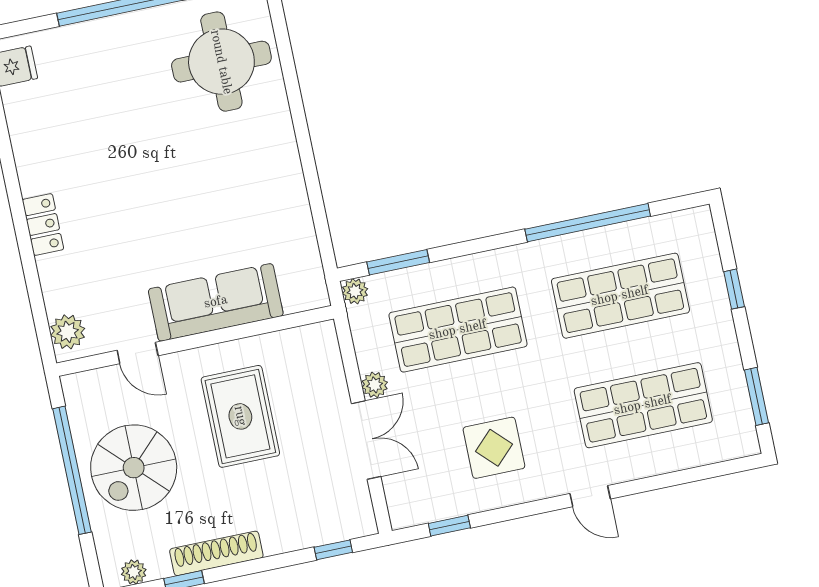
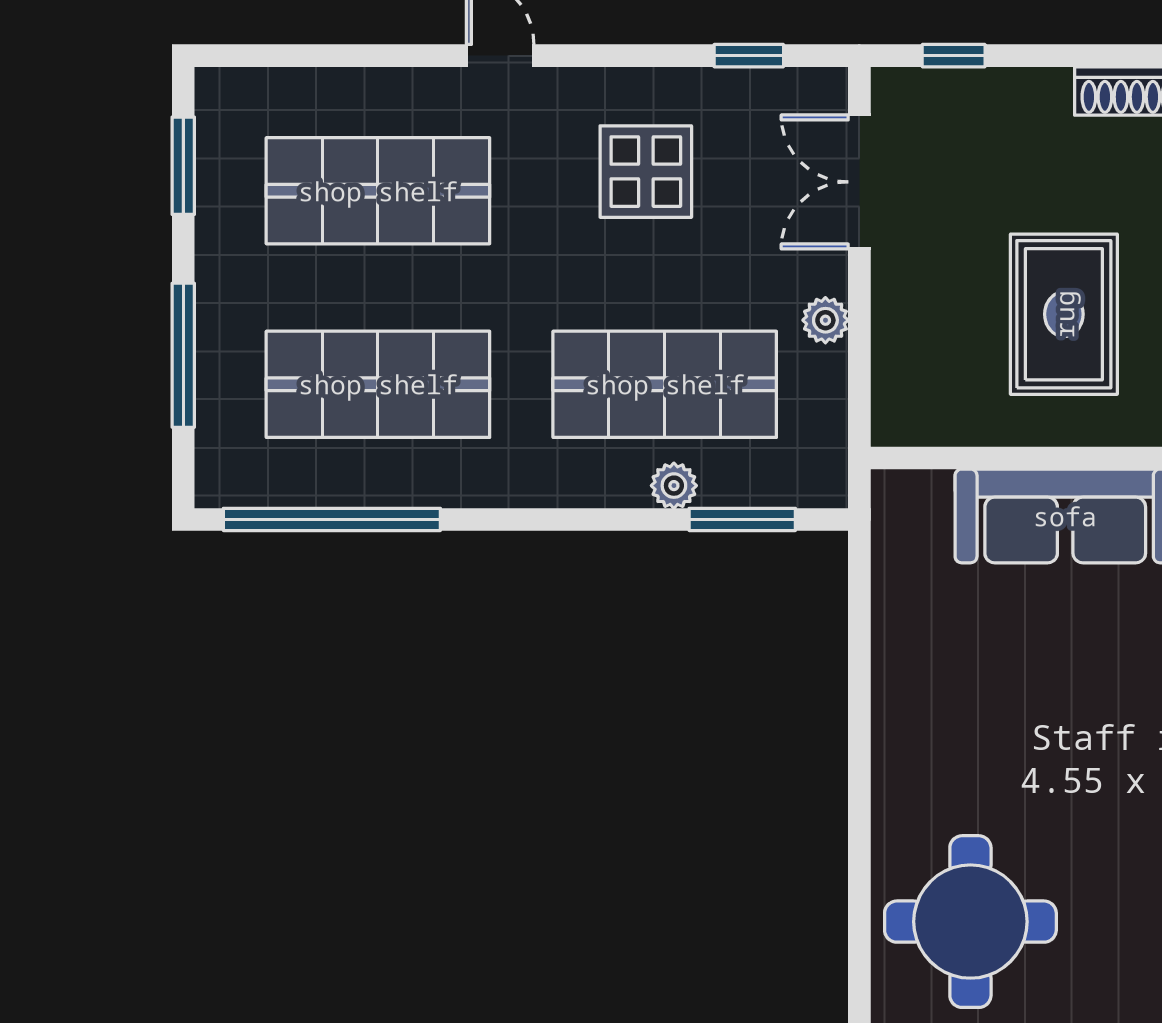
window: (588, 223) -> (332, 519), moved
window: (734, 289) -> (183, 355), width x2.17
plant: (355, 291) -> (674, 486), moved
double door: (366, 440) -> (859, 182), moved

